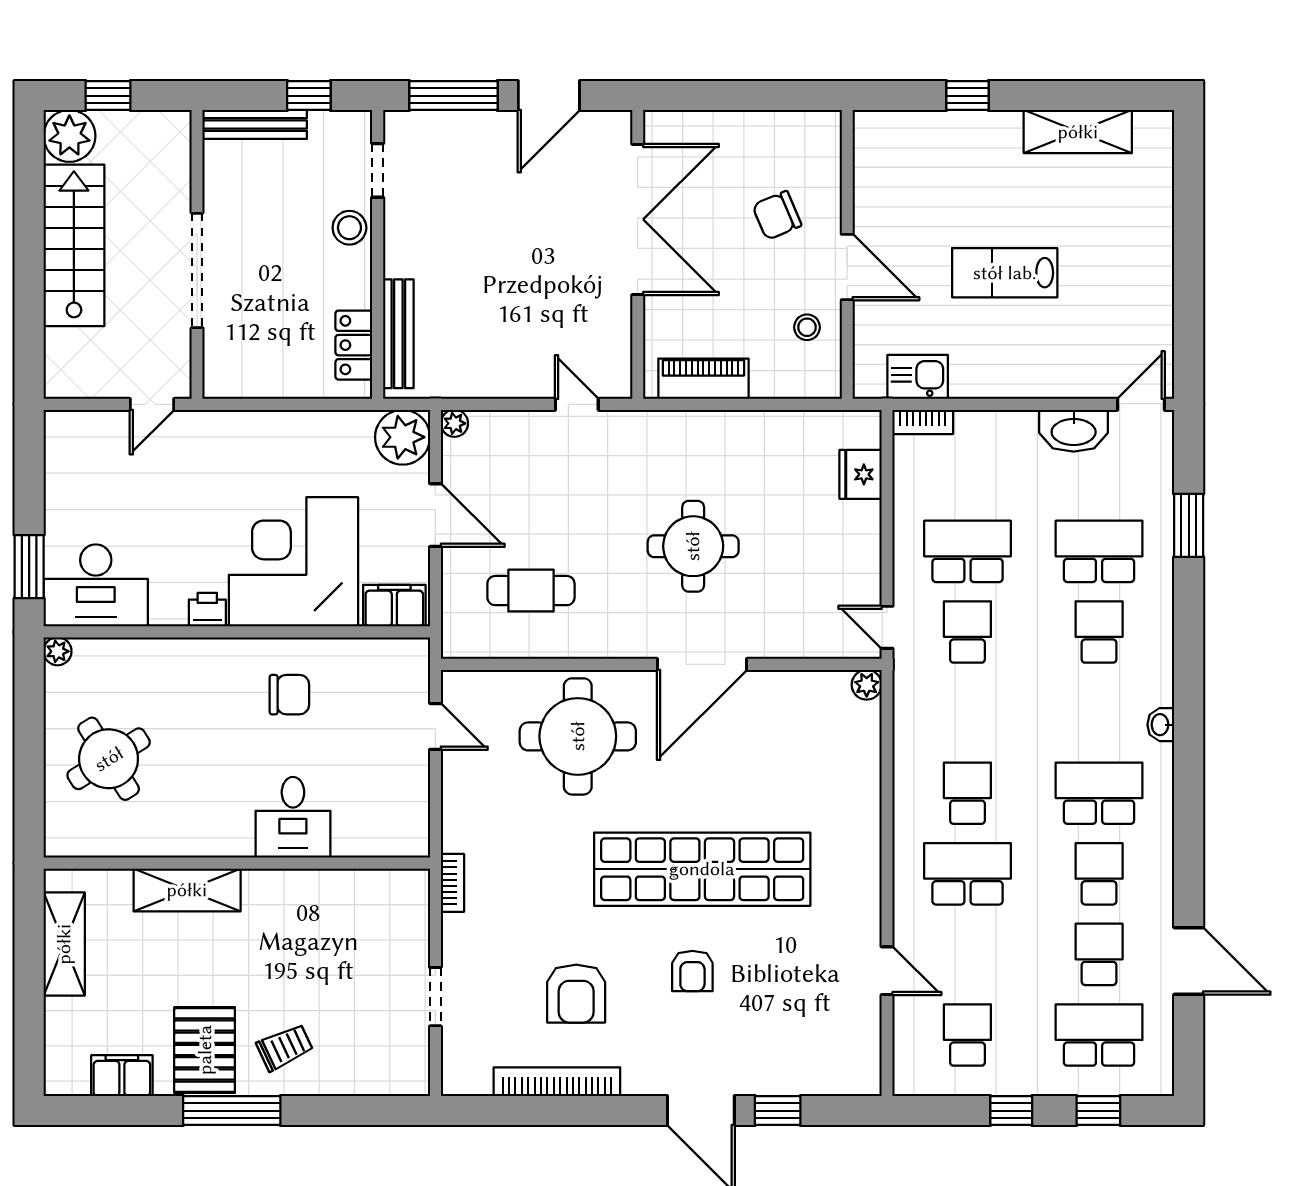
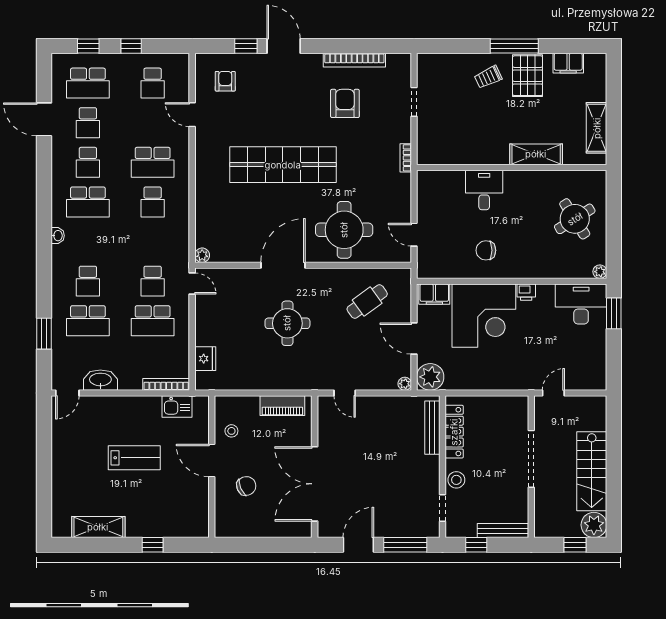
locker: (354, 345) -> (454, 432), width x1.53
bookcase: (923, 422) -> (166, 384), width x1.56
cafe table: (531, 591) -> (367, 302), turned -36
armchair: (692, 971) -> (225, 81), moved

